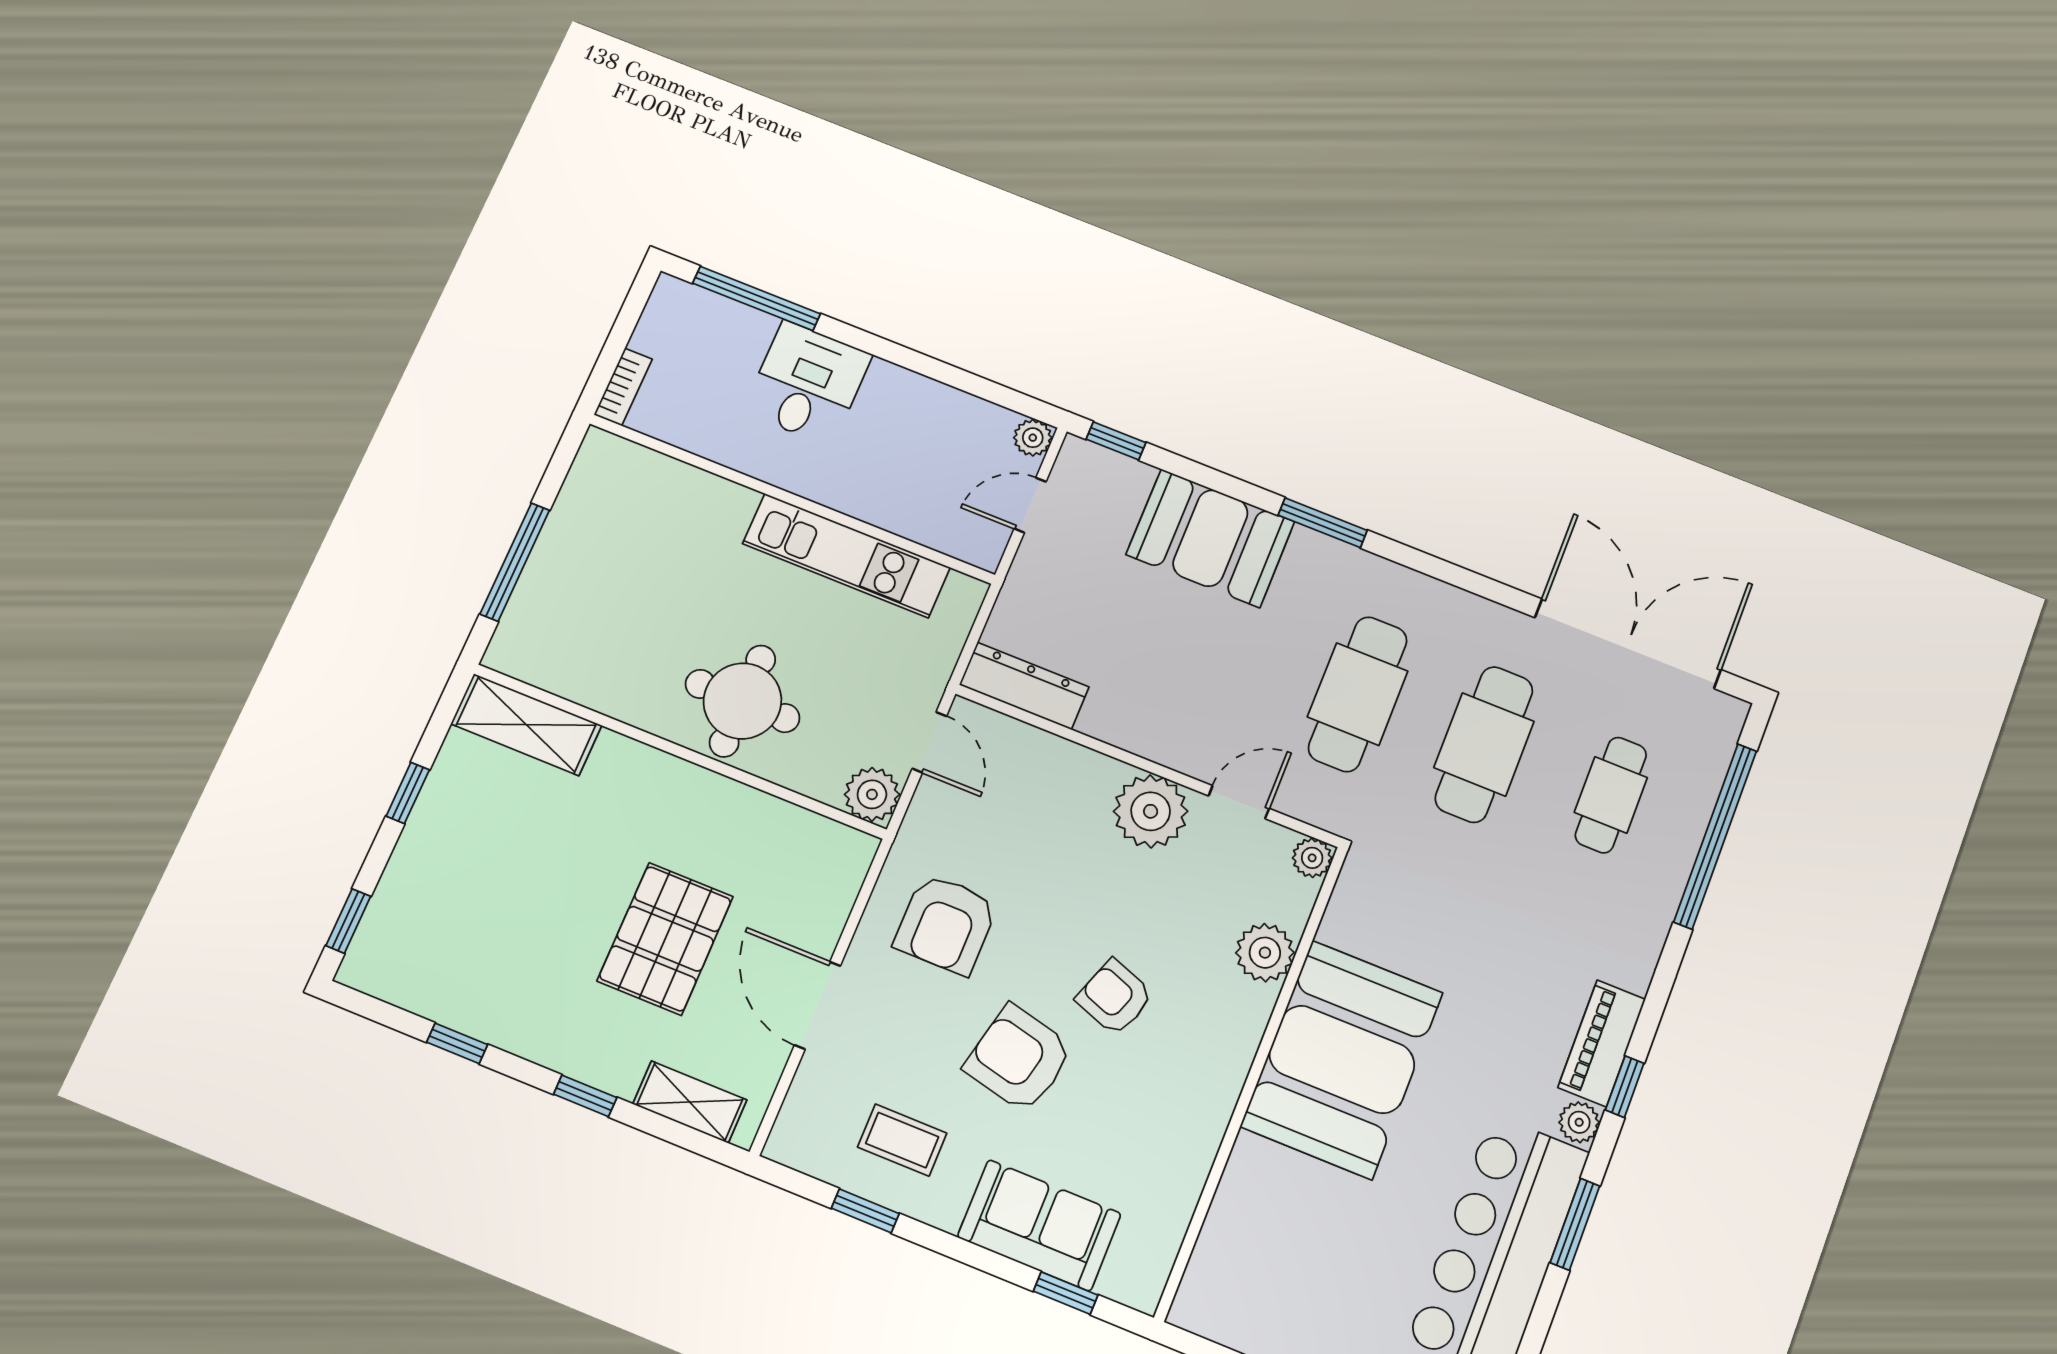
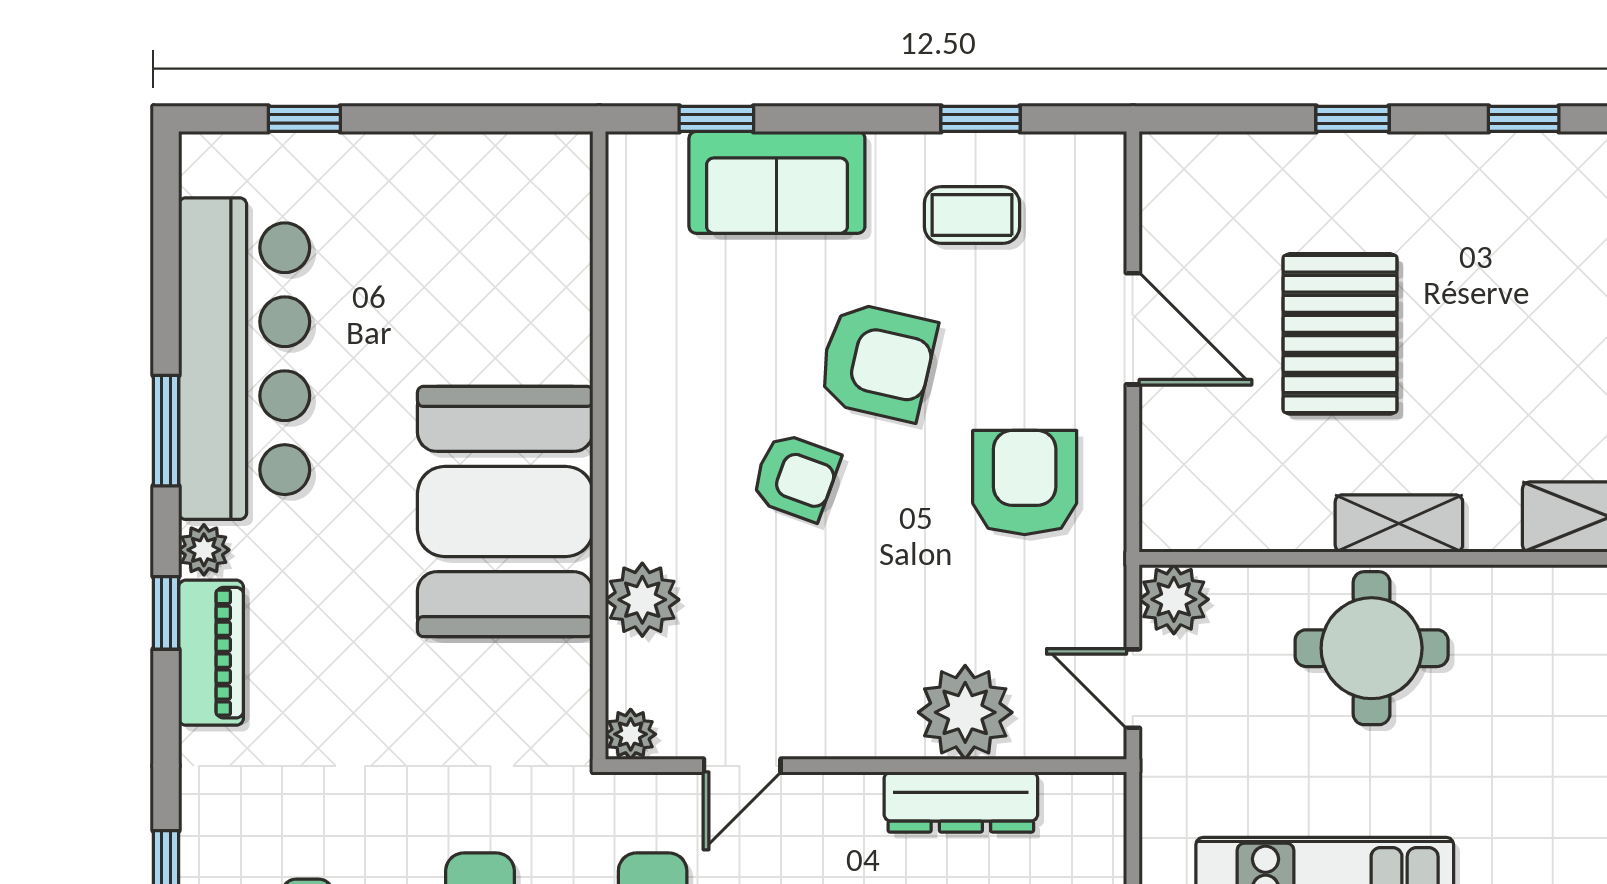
dresser: (1024, 686) -> (961, 802), moved
plant: (1151, 811) -> (965, 712), moved
shelving: (690, 1102) -> (1399, 523), moved

